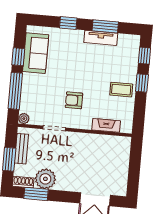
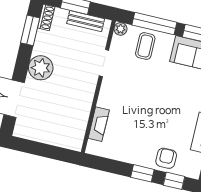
coffee table: (121, 90) -> (145, 46), moved
armchair: (74, 100) -> (166, 158), moved
plant: (45, 179) -> (41, 68), moved

